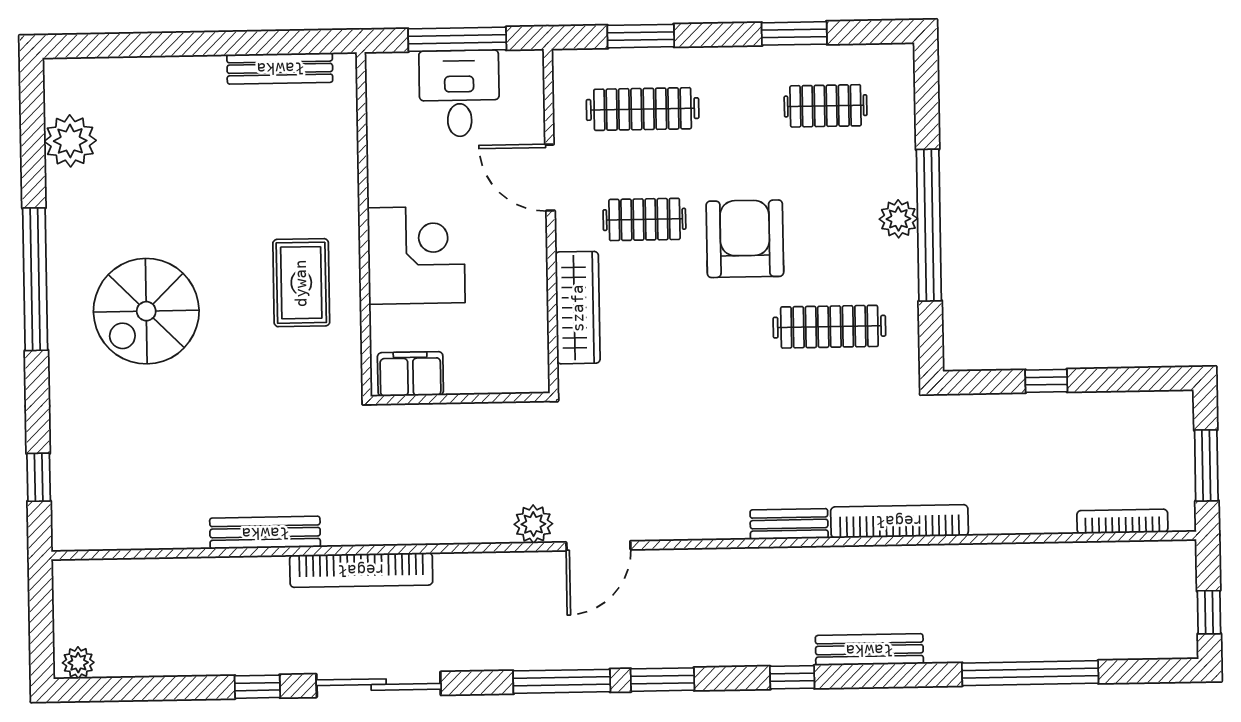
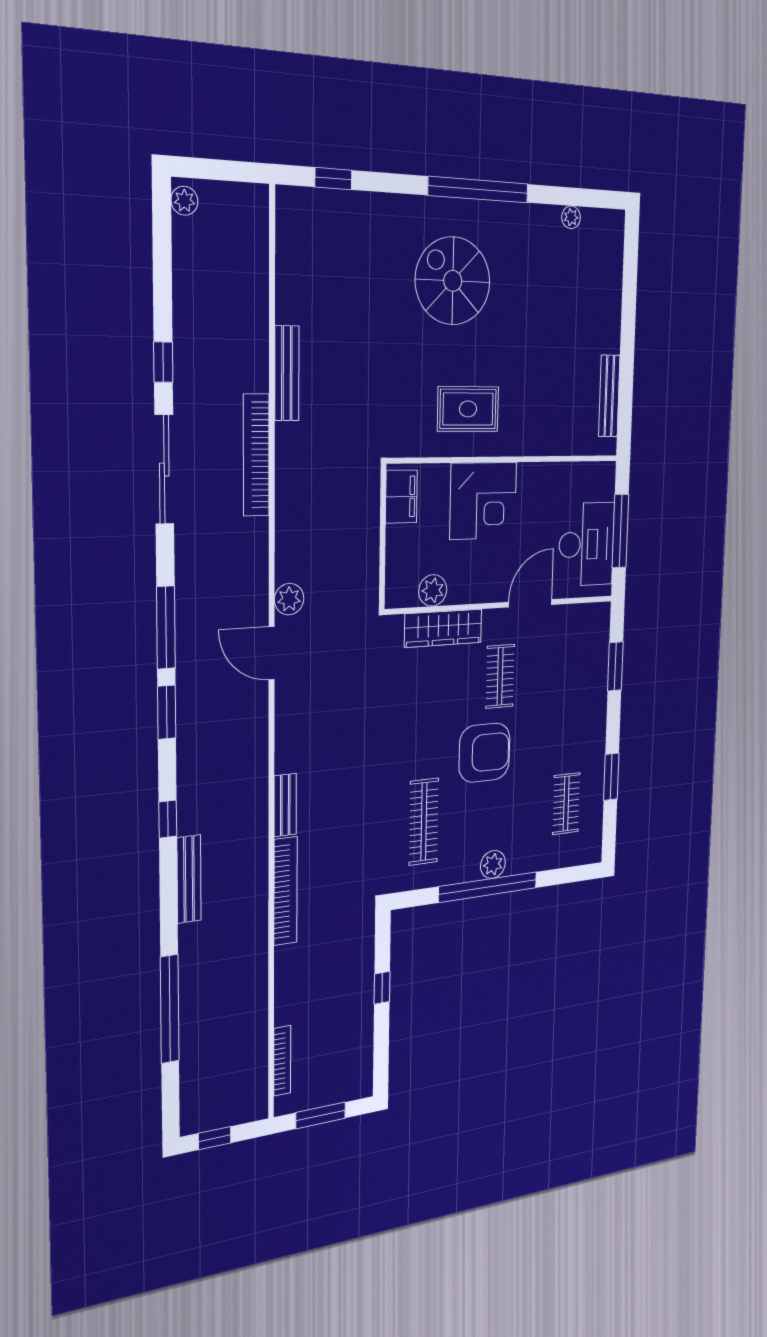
desk: (459, 93) -> (586, 544), width x1.37
clothes rail: (643, 109) -> (571, 670), removed
plant: (70, 141) -> (571, 217), width x0.53, depth x0.53
plant: (529, 325) -> (433, 590), added

